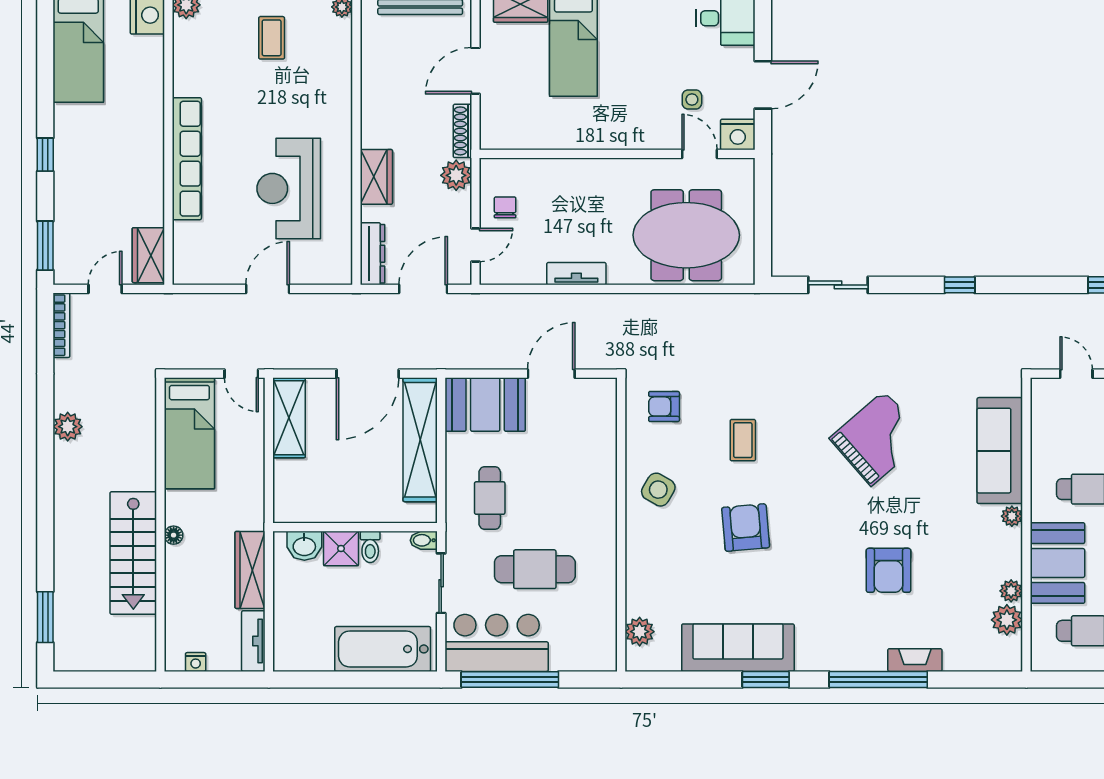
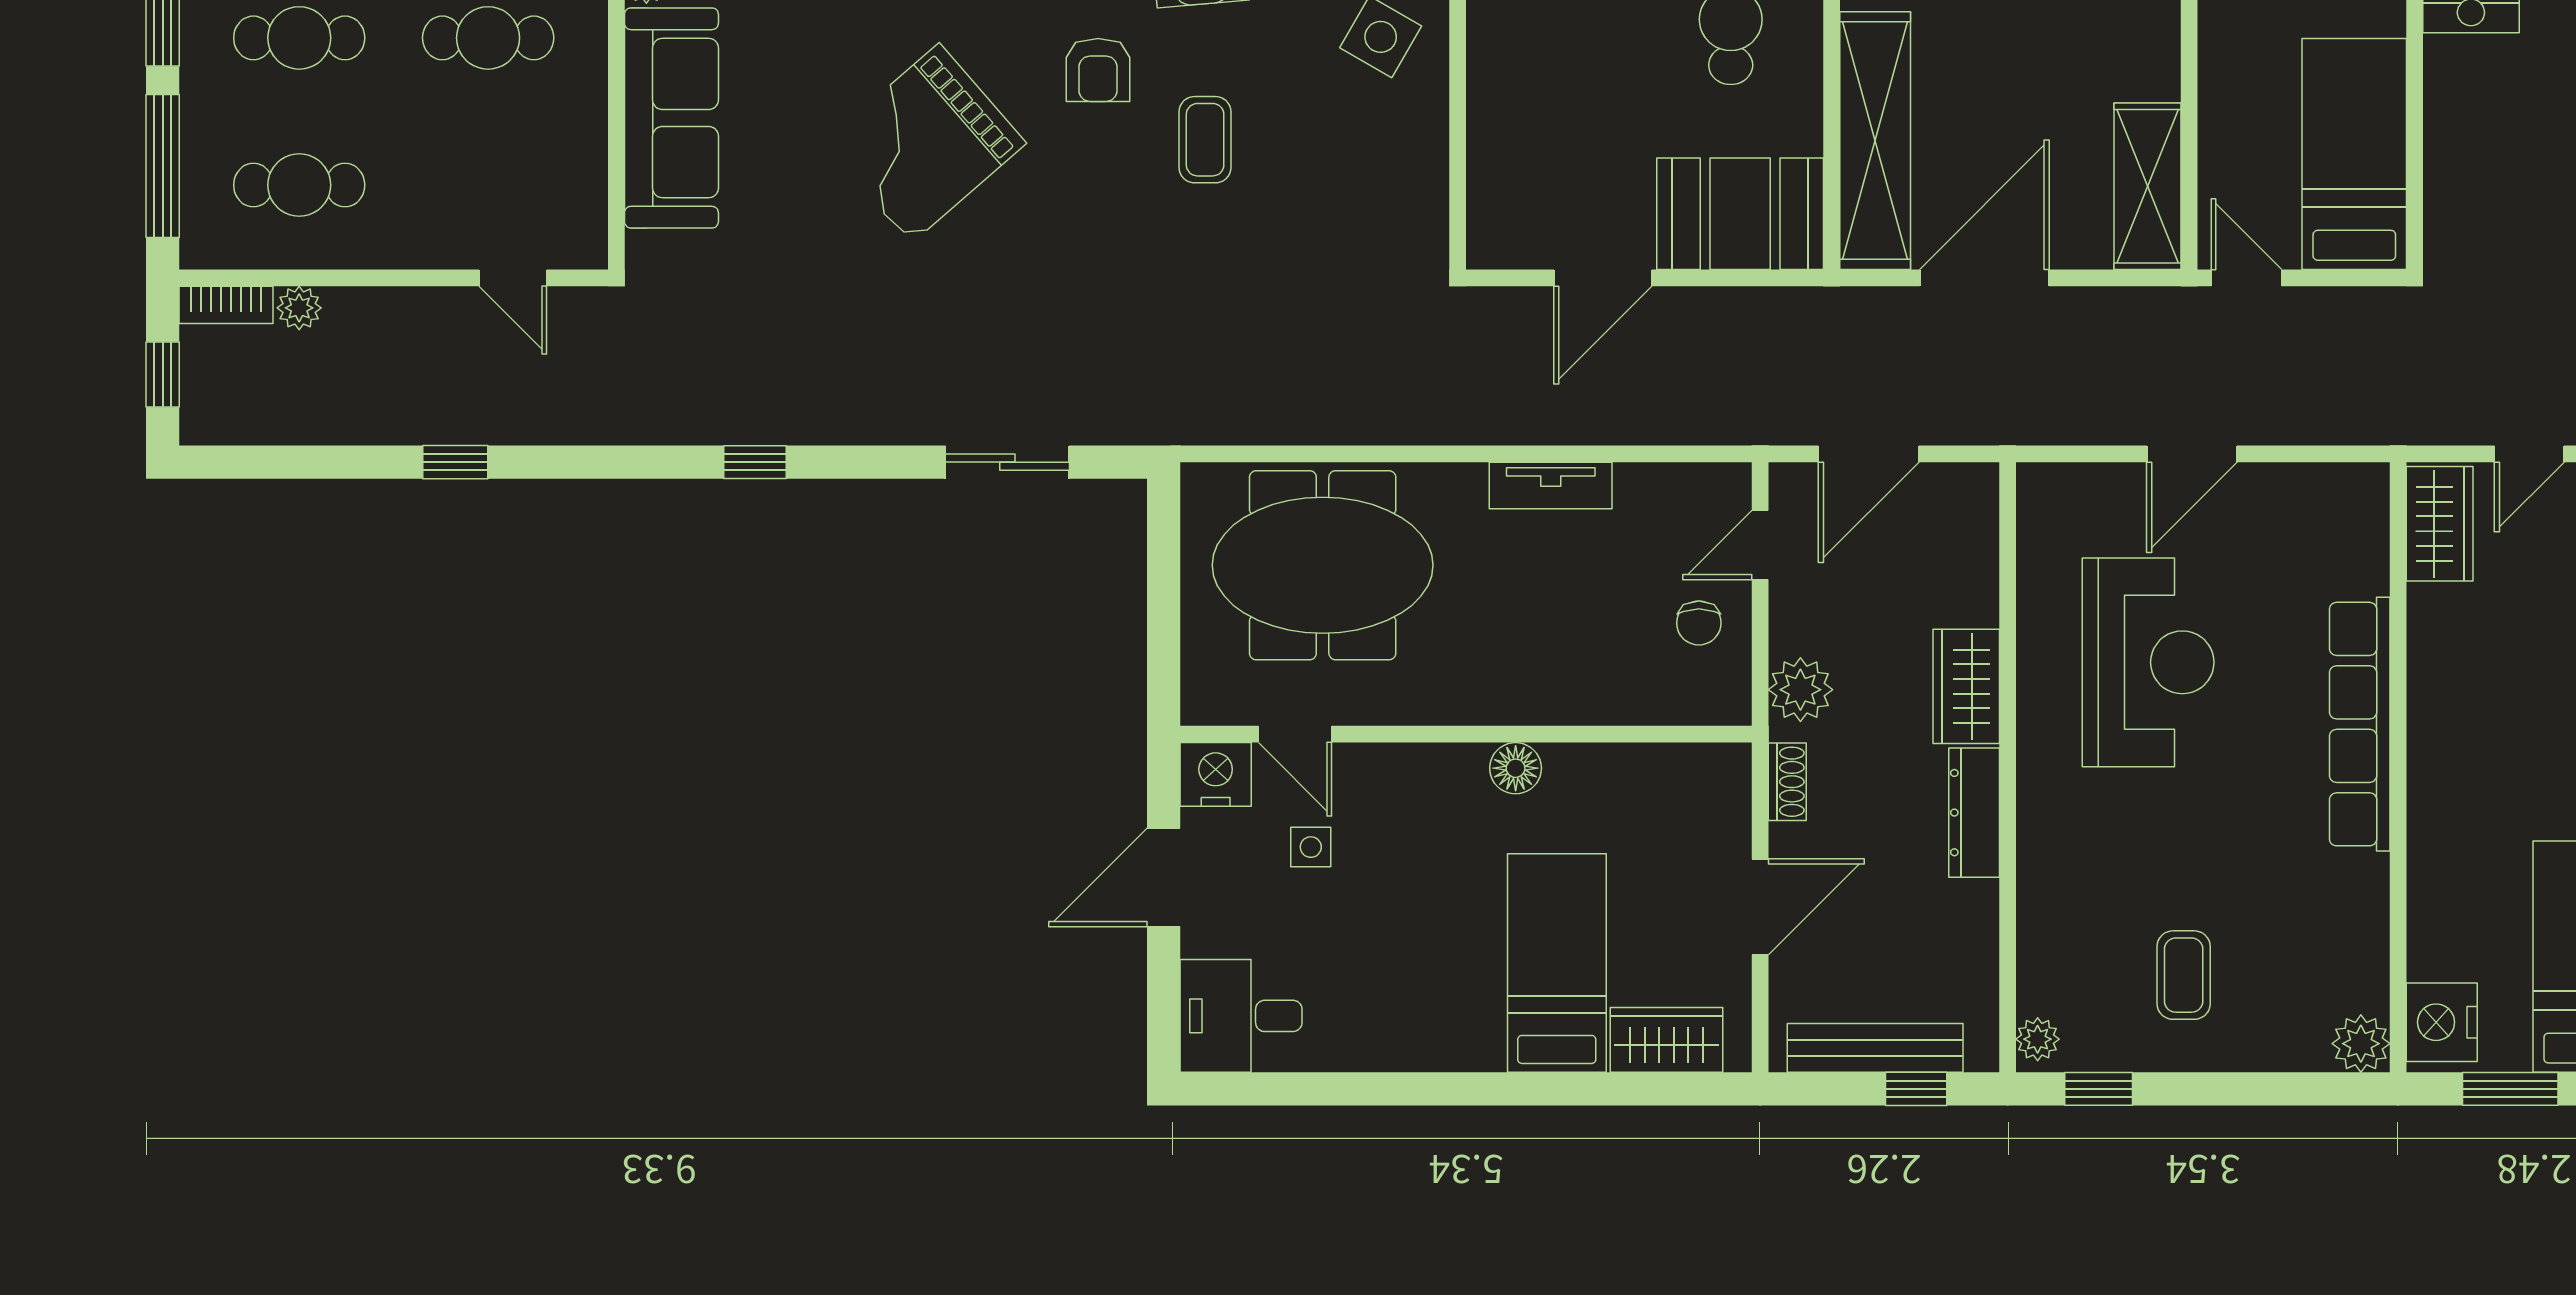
shoe rack: (462, 131) -> (1787, 782), width x0.70
floor lamp: (593, 137) -> (1516, 768), added
dresser: (373, 254) -> (1974, 813), moved
armchair: (664, 406) -> (1098, 70), moved, turned 90

